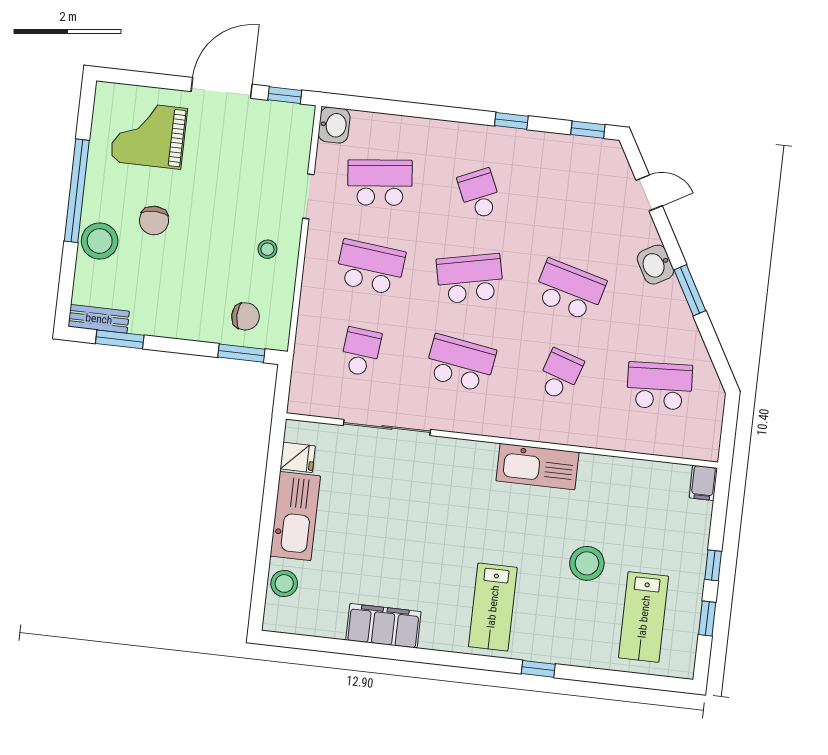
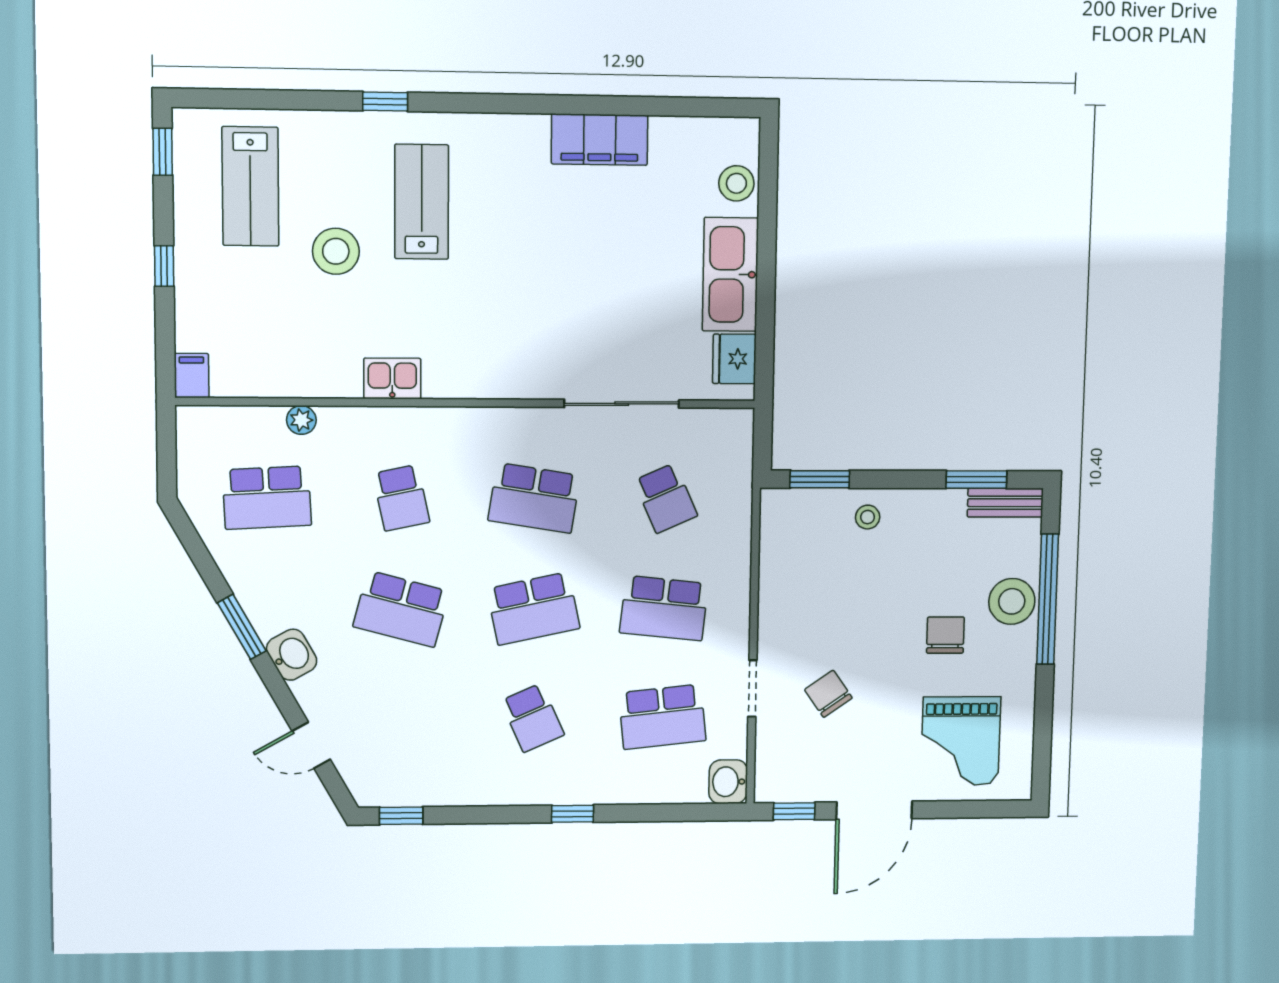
window: (511, 121) -> (573, 814), moved
grand piano: (149, 135) -> (961, 741), turned 90
window: (77, 191) -> (1048, 599), moved
stool: (267, 249) -> (868, 517), moved
chair: (245, 316) -> (828, 694), moved, turned 55
school desk: (361, 352) -> (666, 498), turned -30
school desk: (560, 375) -> (401, 498), turned -30
plant: (627, 441) -> (301, 420), added
fridge: (298, 457) -> (734, 359), width x1.38
kitchen sink: (537, 466) -> (392, 378), width x0.53, depth x0.81
lab bench: (493, 607) -> (422, 202), moved
lab bench: (644, 617) -> (250, 186), turned 180
window: (707, 618) -> (163, 152), moved

